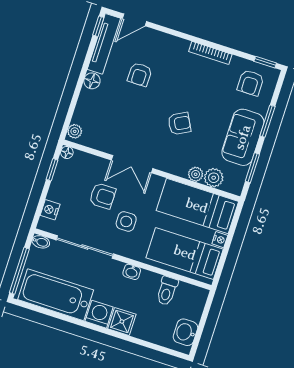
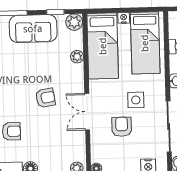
armchair: (179, 124) -> (45, 98), moved, turned 109
double door: (132, 164) -> (87, 112), swing flipped
window: (252, 168) -> (55, 12), width x0.67
plant: (214, 178) -> (74, 22), moved

